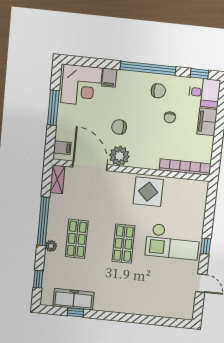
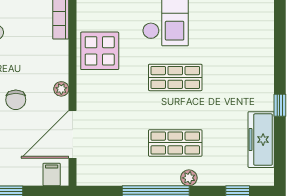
plant: (119, 156) -> (61, 89), width x0.53, depth x0.53
shelving: (57, 179) -> (96, 177), removed
window: (75, 312) -> (280, 105), moved

